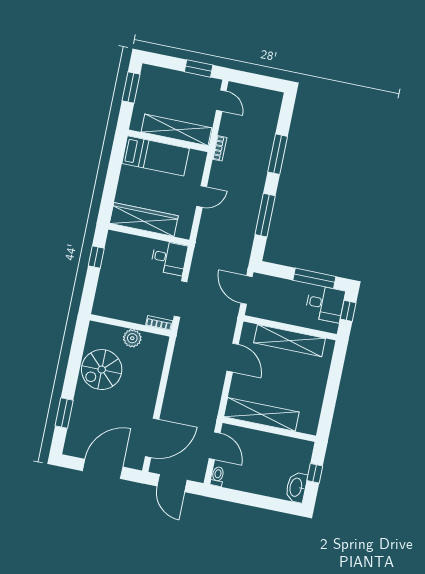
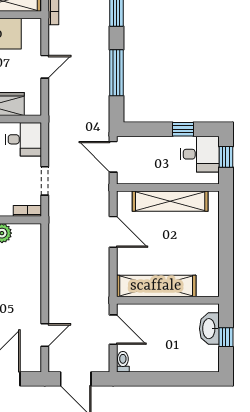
window: (314, 278) -> (183, 129), width x0.46
doorway: (181, 299) -> (45, 181), width x0.73
door: (152, 438) -> (45, 335), width x0.53
washbasin: (296, 487) -> (209, 329), moved

